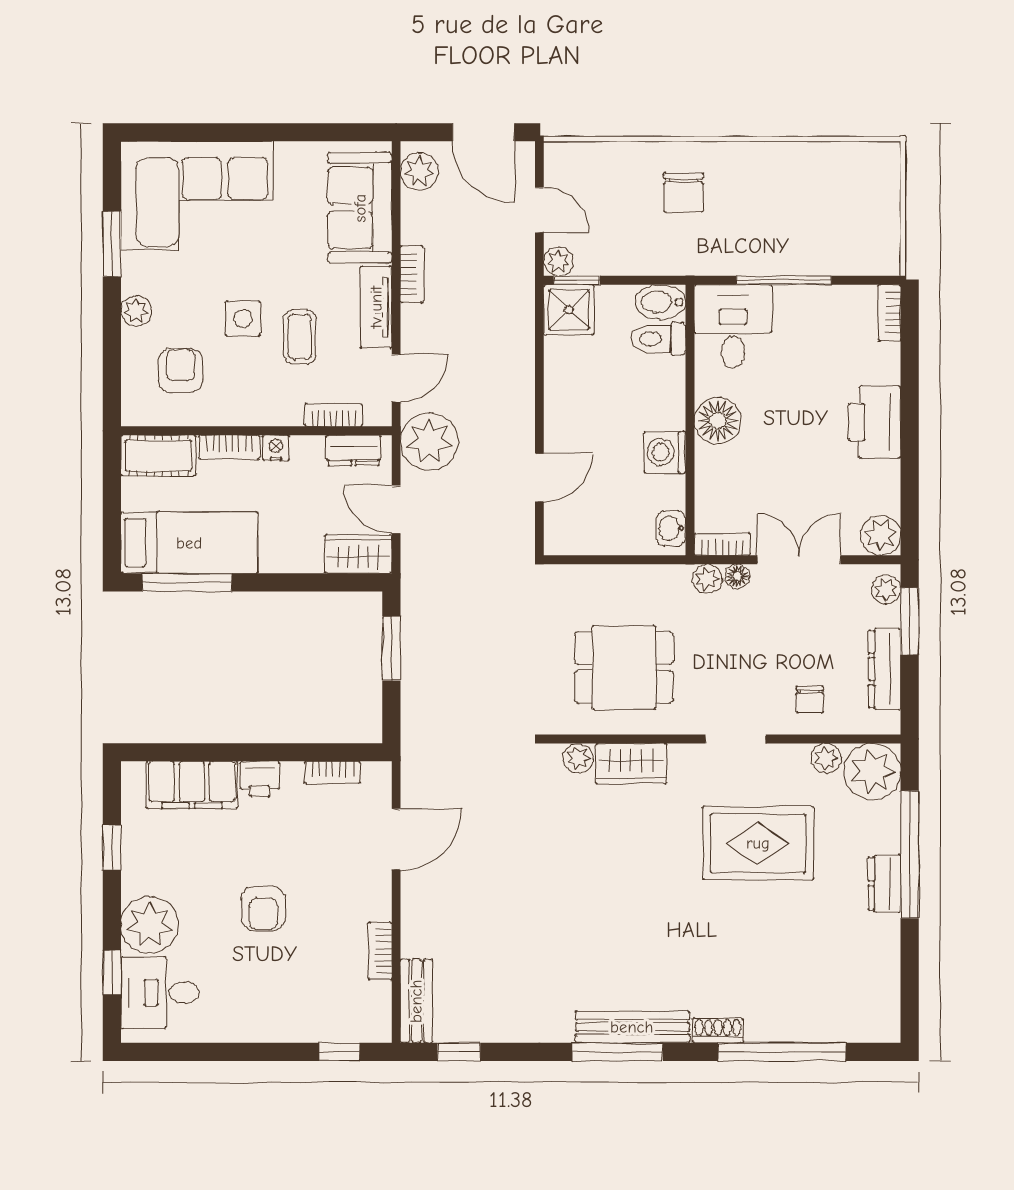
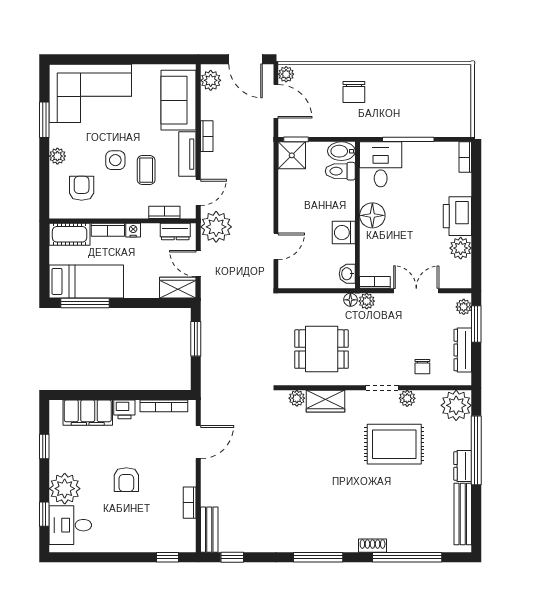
door: (539, 210) -> (276, 101), width x1.38
plant: (558, 261) -> (286, 74), moved
plant: (881, 535) -> (461, 248), moved
floor lamp: (737, 576) -> (350, 300), moved
plant: (826, 758) -> (407, 398), moved
bookcase: (333, 772) -> (164, 406), width x1.56
bench: (632, 1027) -> (463, 514), moved, turned 90

